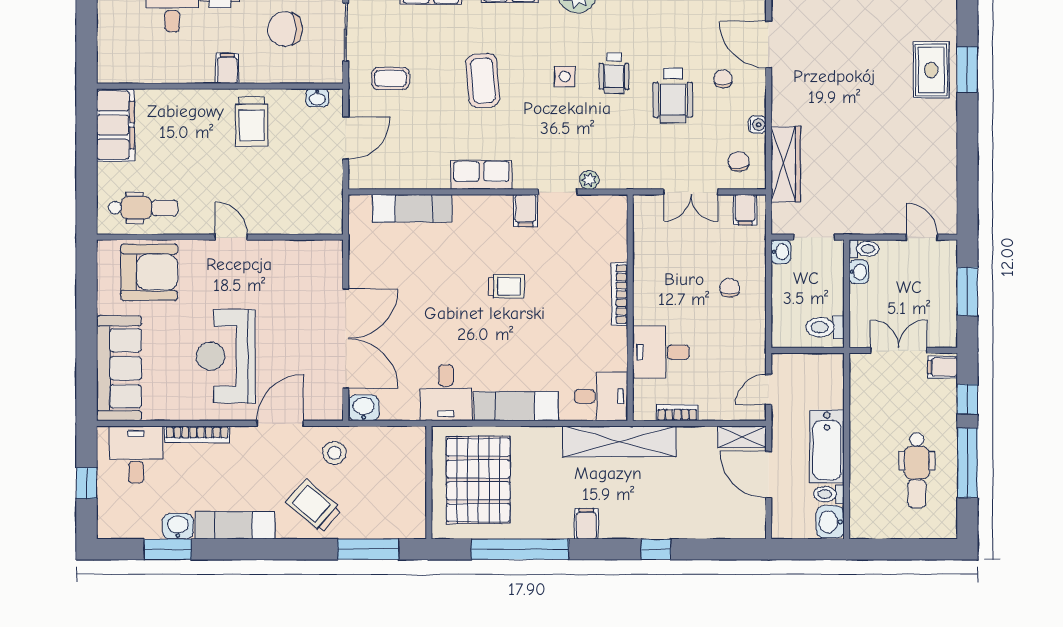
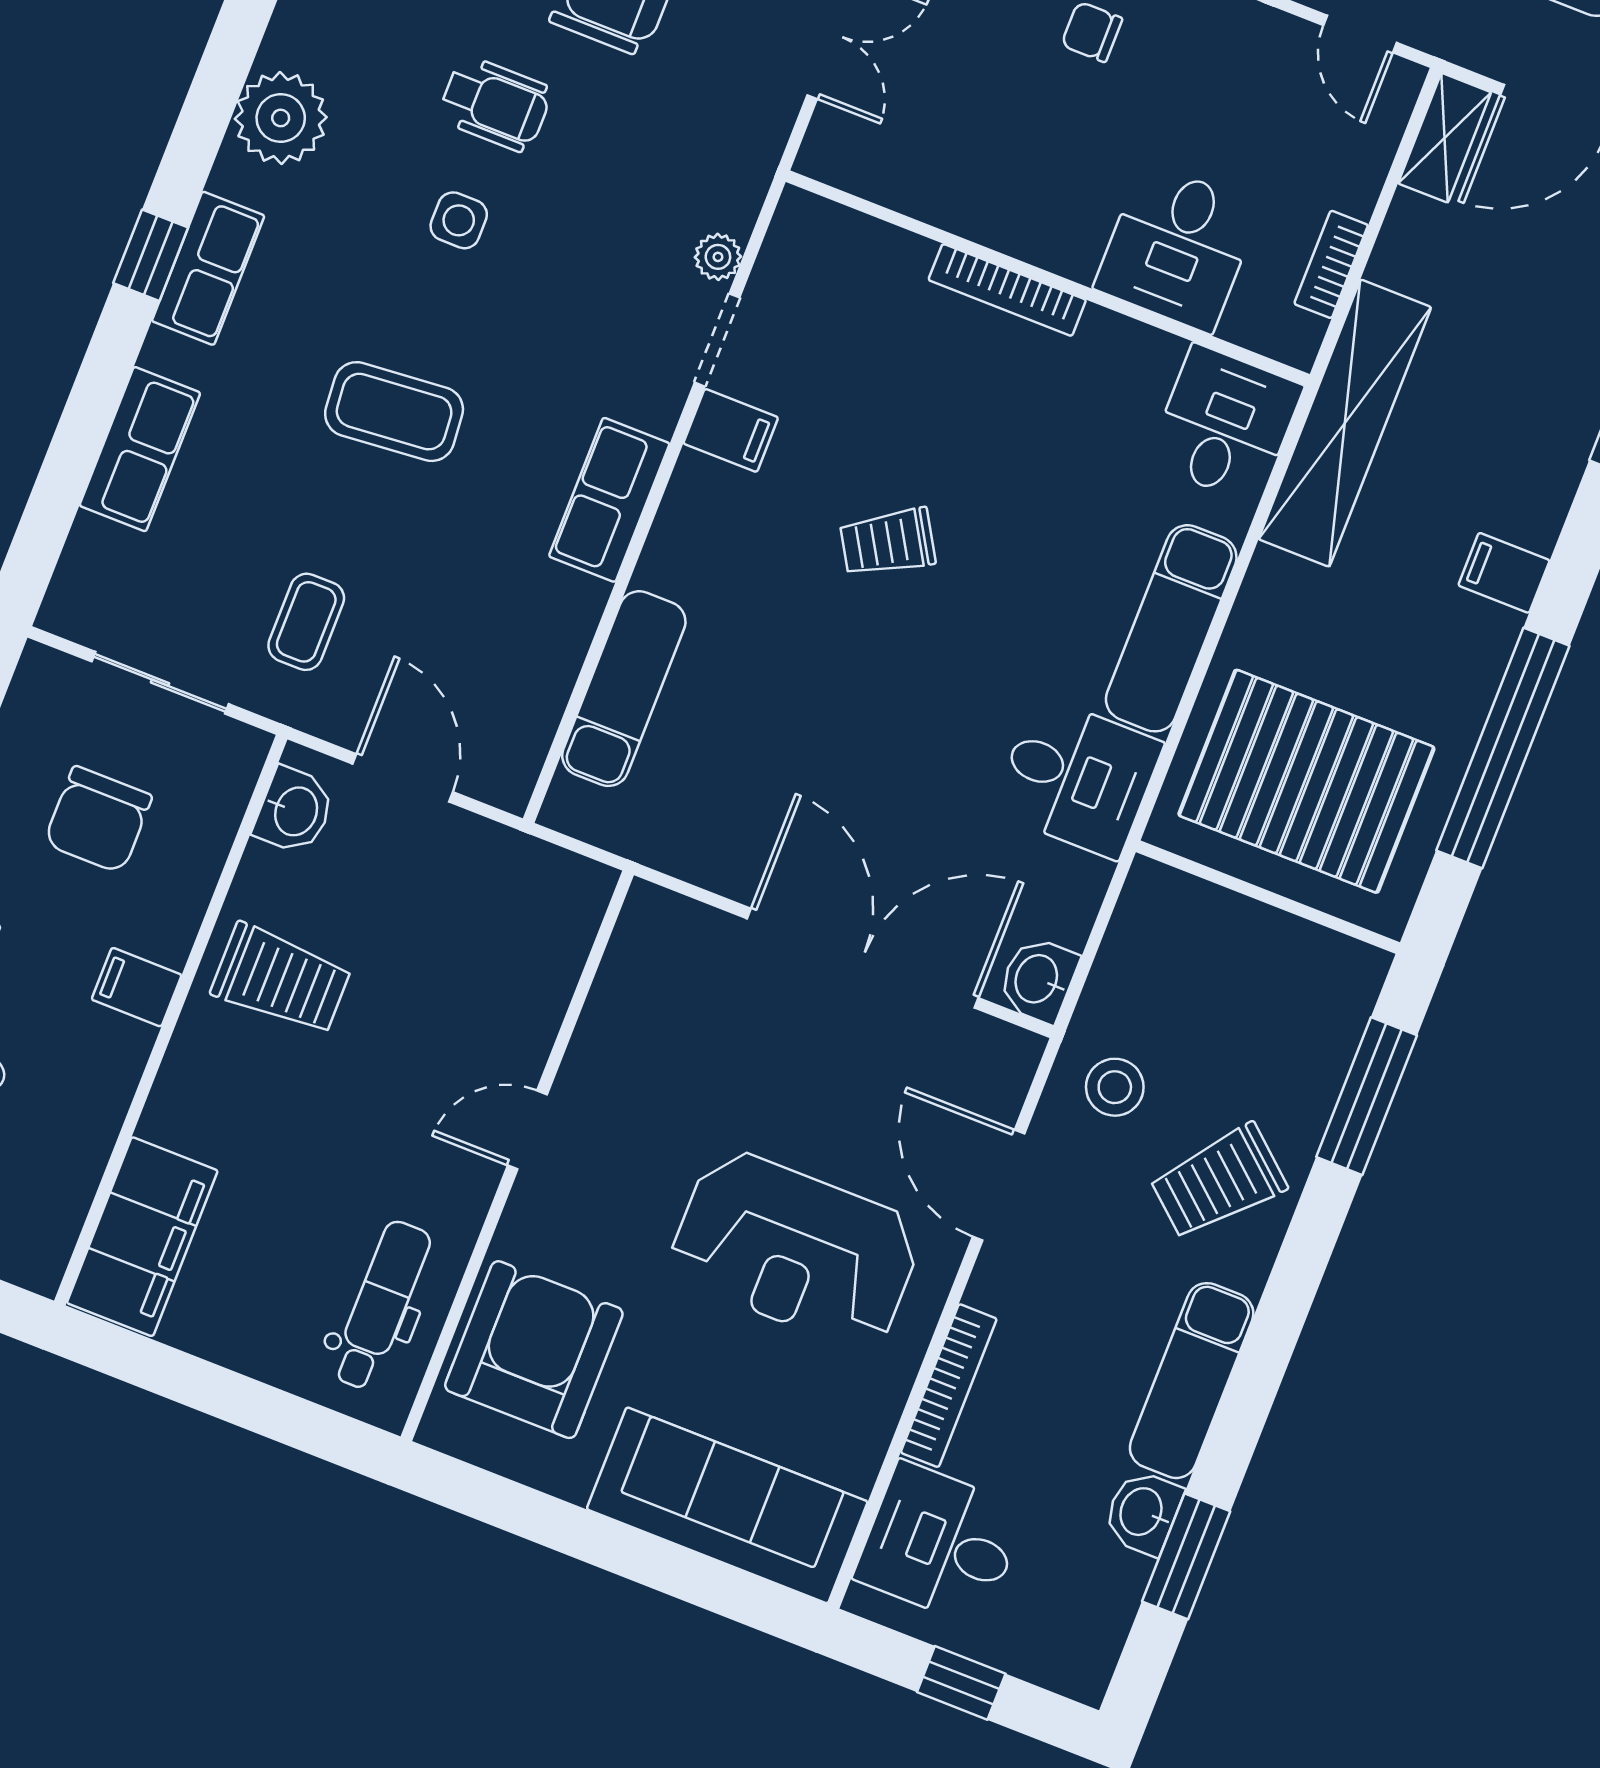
washbasin: (317, 98) -> (294, 811), width x1.38, depth x1.45
filing cabinet: (115, 125) -> (142, 1237), moved, turned 90
trolley: (507, 286) -> (888, 542), turned -121

